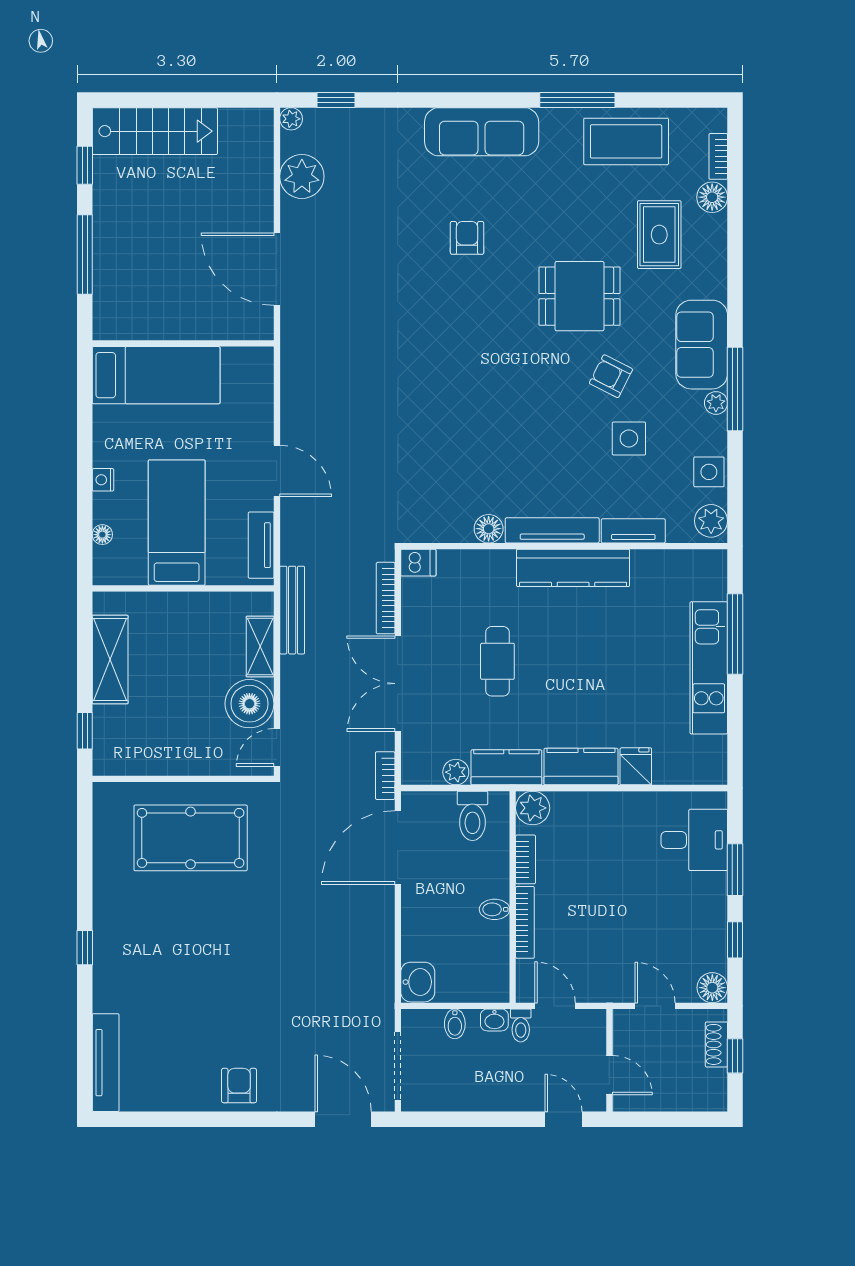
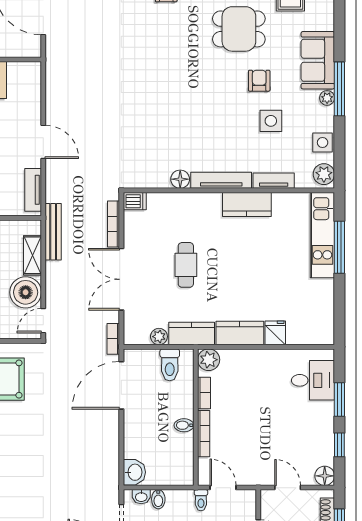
armchair: (611, 376) -> (259, 81), turned 63
kitchen counter: (573, 568) -> (247, 205), width x0.67
kitchen unit: (709, 668) -> (322, 235), moved
washbasin: (494, 1020) -> (141, 497), moved

